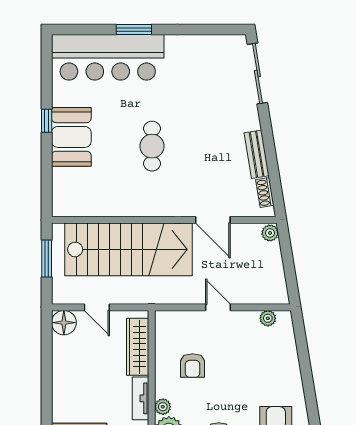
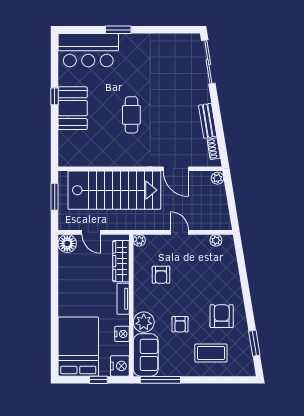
bar counter: (108, 57) -> (88, 50), width x0.73
plant: (163, 407) -> (139, 240), moved

